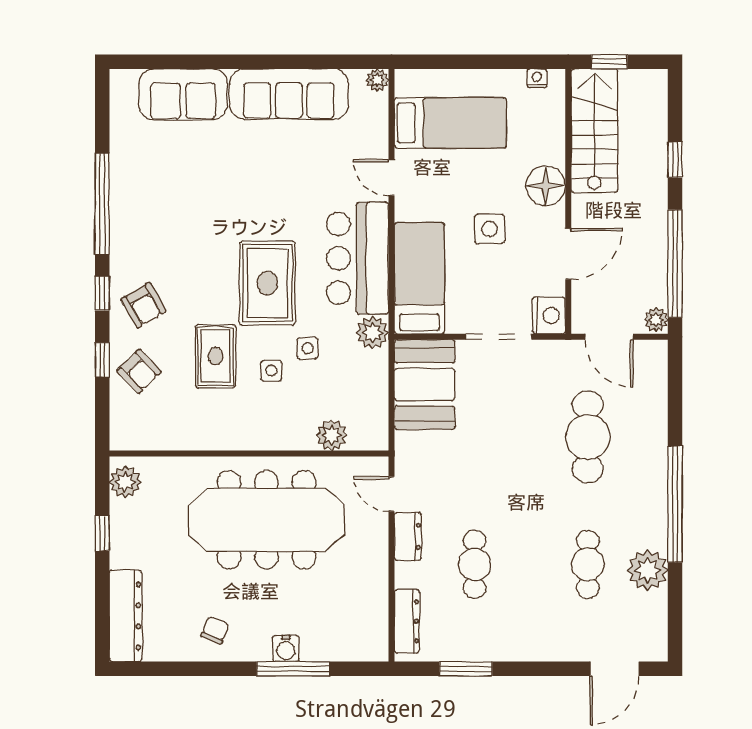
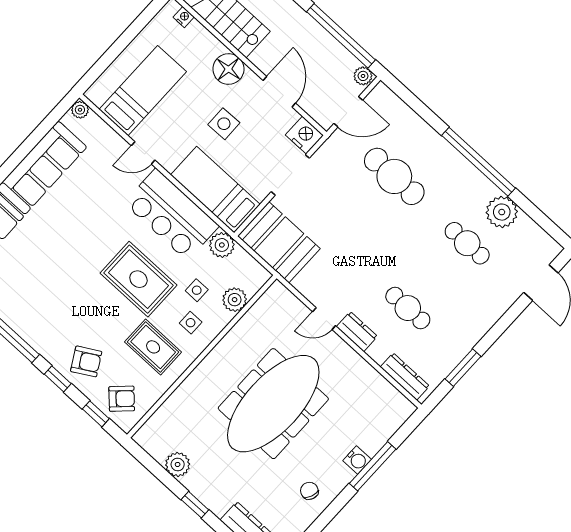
nightstand: (537, 78) -> (184, 17), moved, turned 90
plant: (332, 435) -> (235, 300), moved
wall: (249, 454) -> (202, 357), moved

